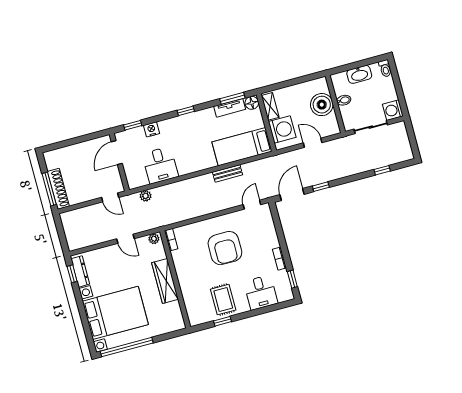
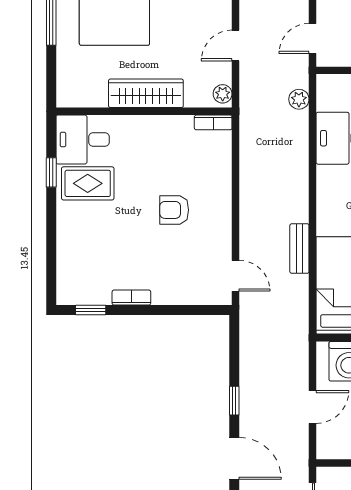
door: (292, 195) -> (234, 458), moved
armchair: (225, 248) -> (174, 210), width x0.53, depth x0.53
desk: (261, 292) -> (83, 140), moved

